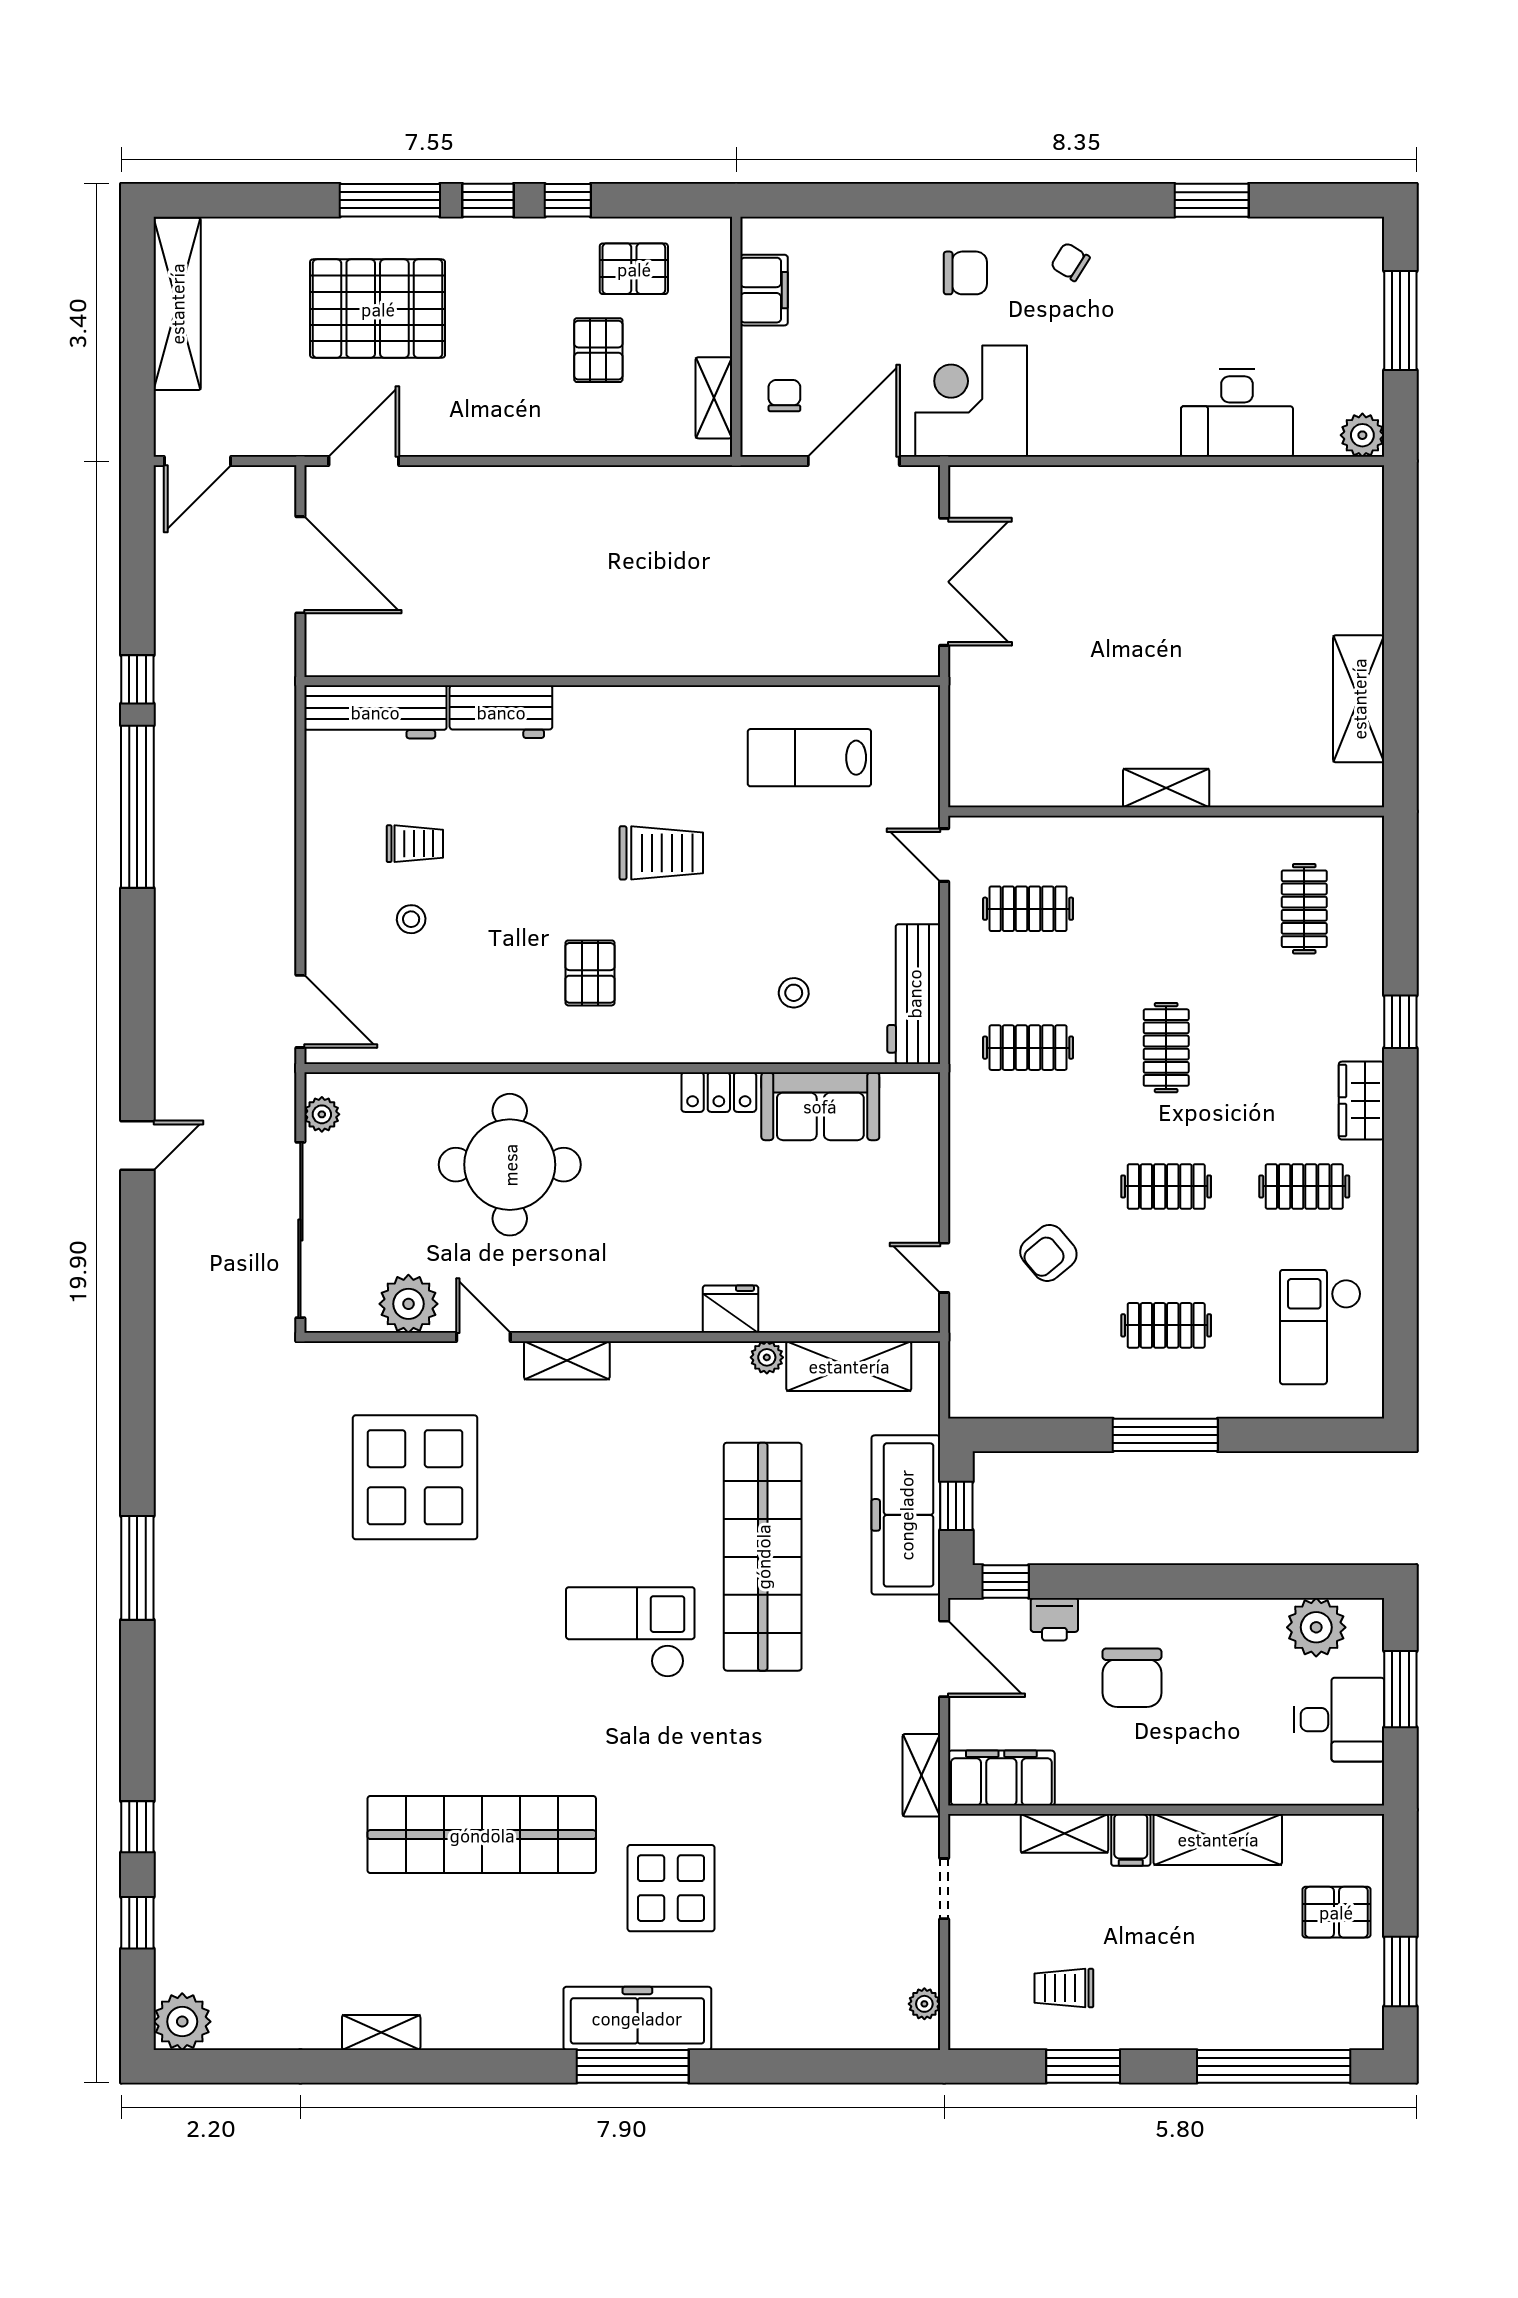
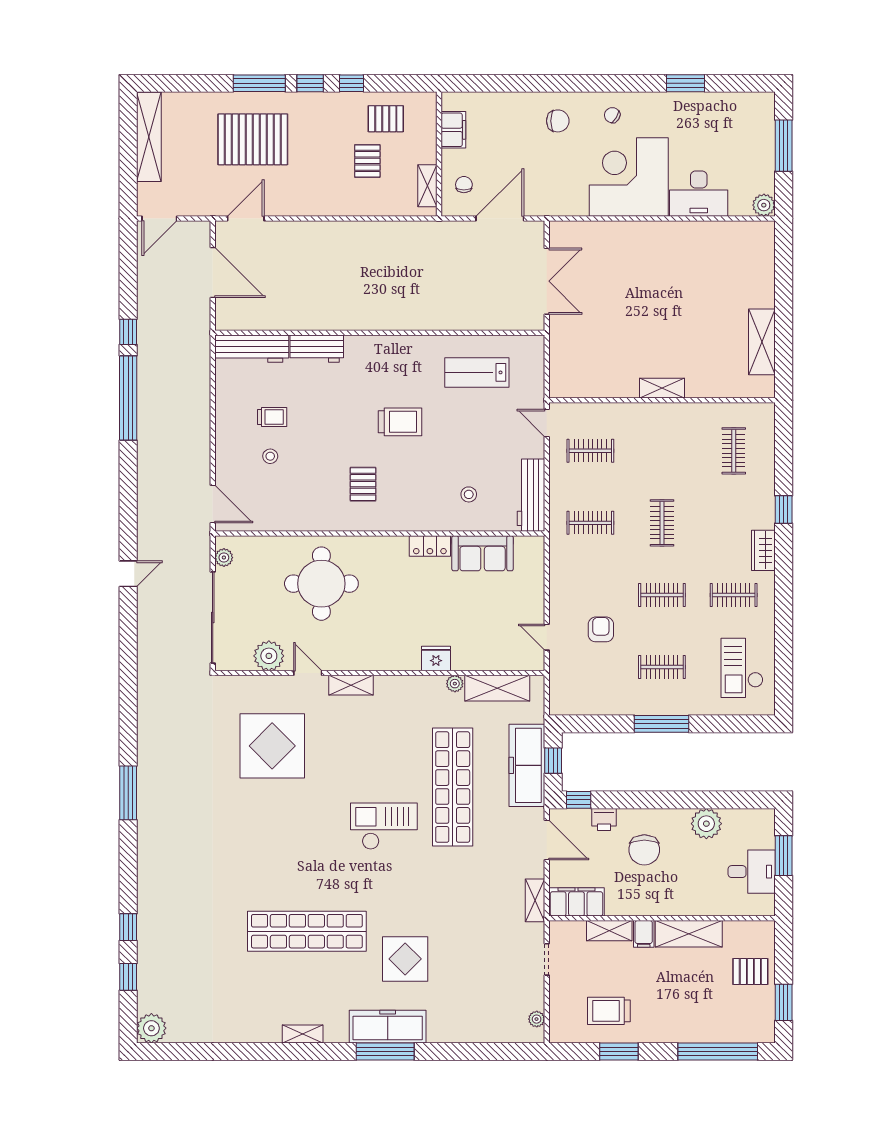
corner desk: (971, 401) -> (629, 177), moved, width x1.36, depth x1.36
armchair: (1048, 1253) -> (601, 629), turned 130
plant: (1316, 1627) -> (706, 824), moved
trolley: (1064, 1988) -> (609, 1011), width x1.36, depth x1.39
shelving: (381, 2032) -> (303, 1034), moved

